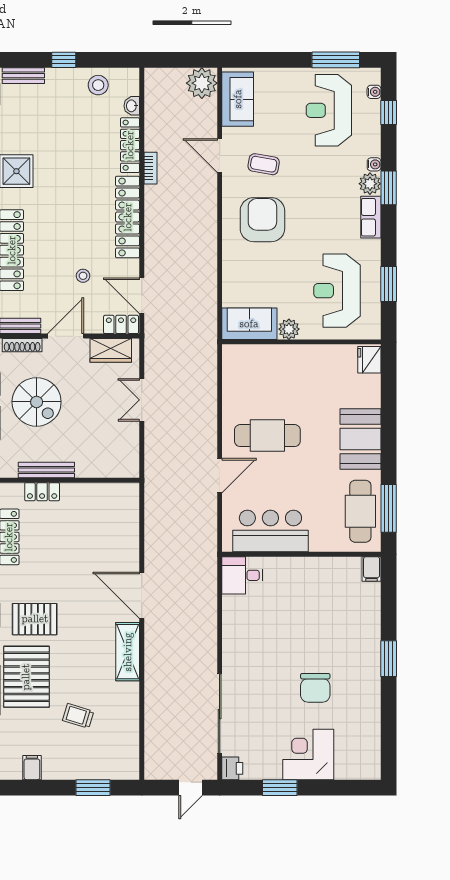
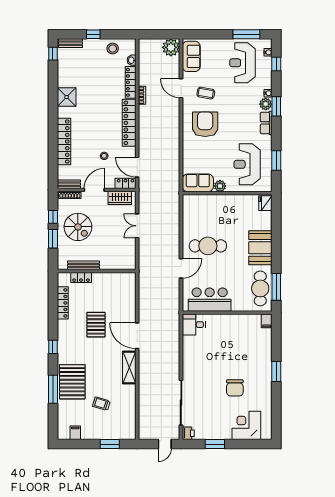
pallet: (35, 619) -> (96, 325), moved, turned 90
corner desk: (308, 754) -> (246, 425), moved

